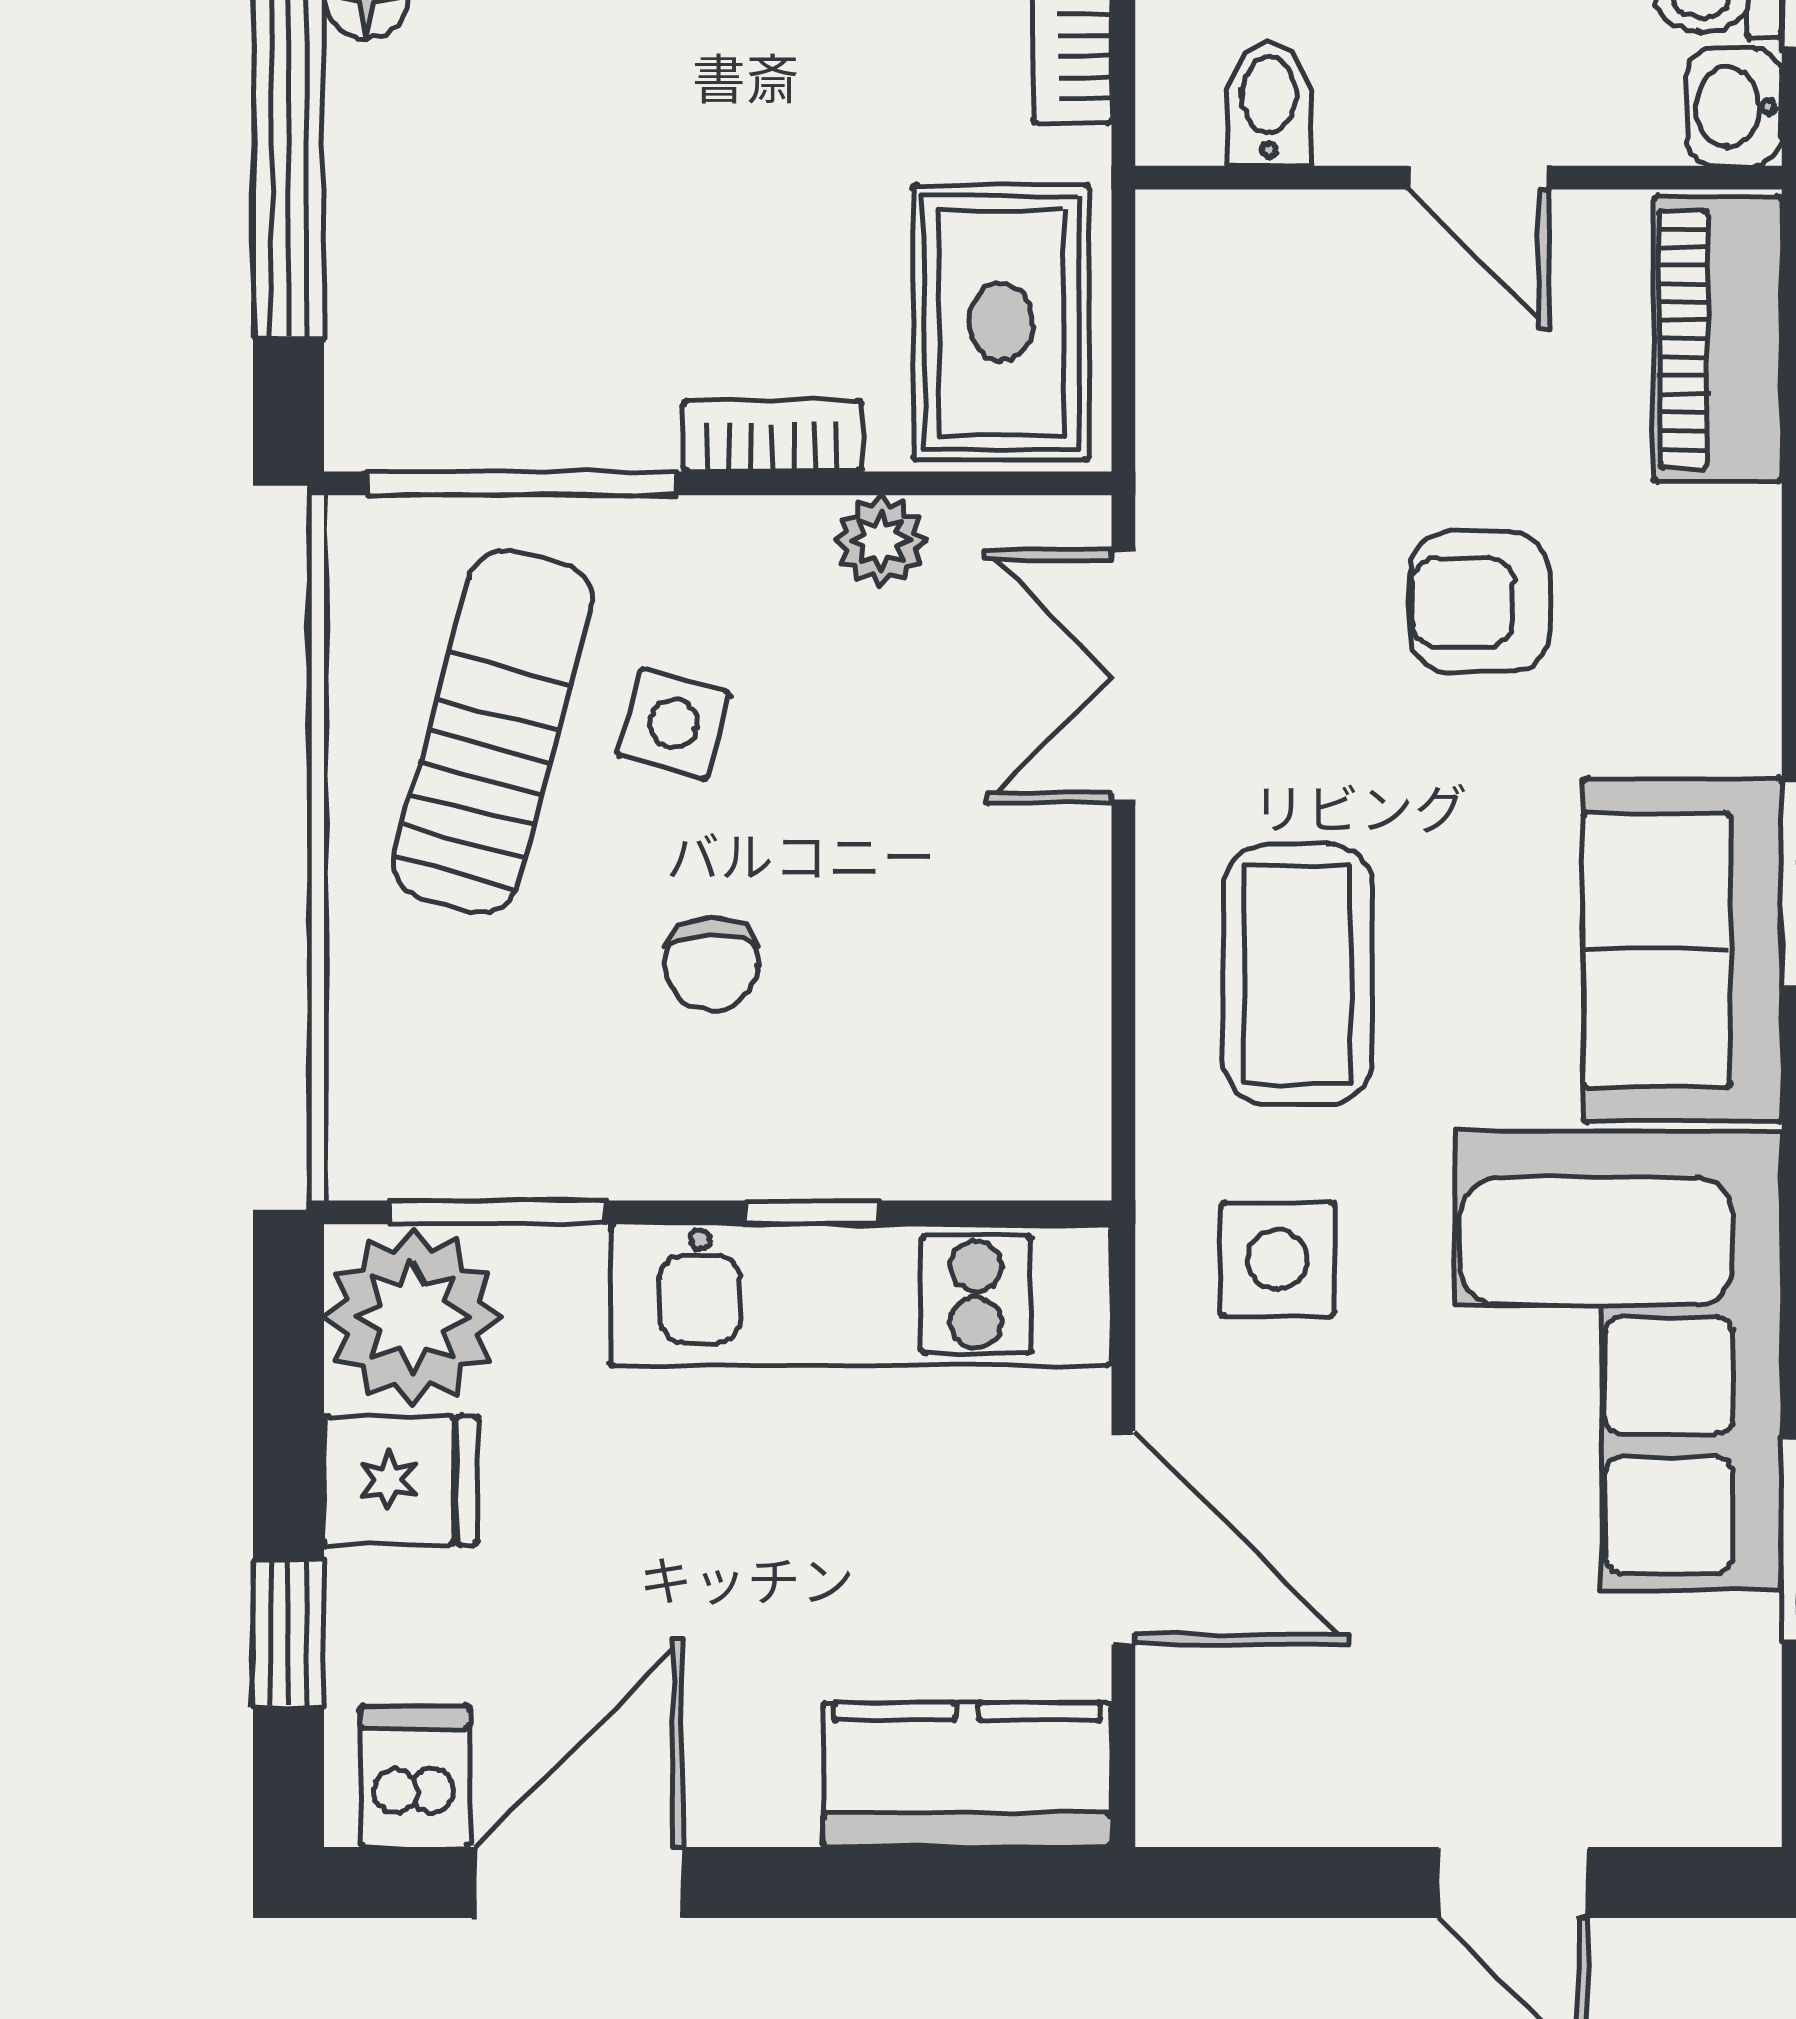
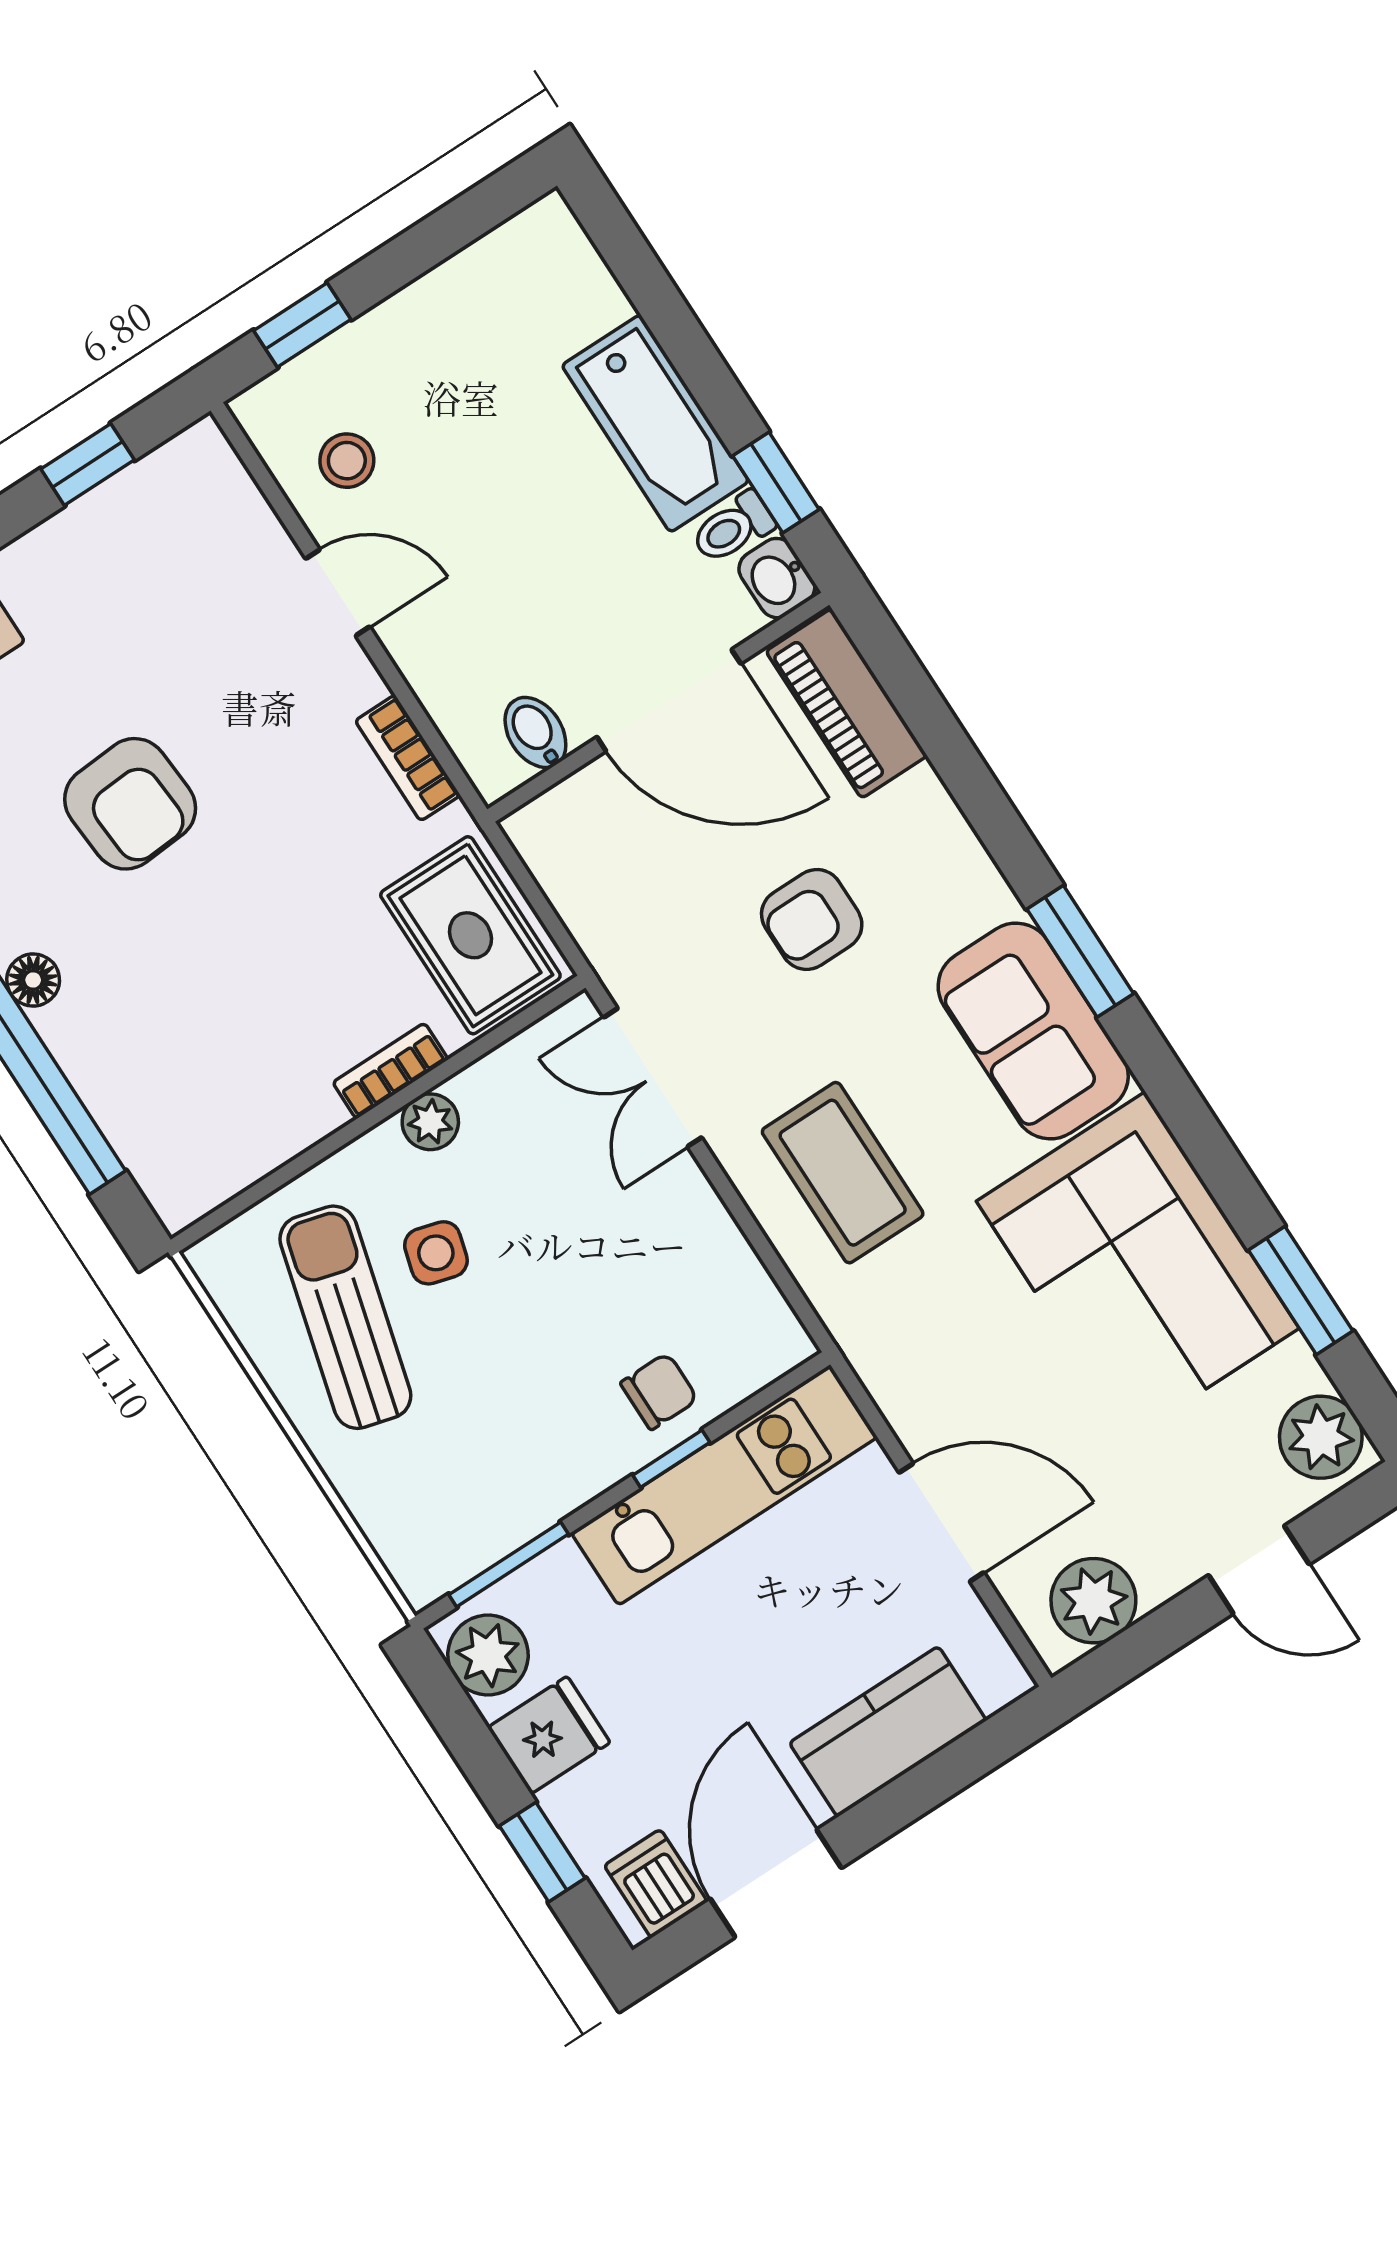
door: (1479, 178) -> (669, 700), width x1.88
window: (521, 483) -> (276, 1180), removed
plant: (880, 541) -> (430, 1122), moved
chair: (711, 964) -> (659, 1391), moved, turned -90
side table: (1278, 1260) -> (928, 1327), removed
plant: (412, 1317) -> (488, 1655), width x0.73, depth x0.73
plant: (1715, 1757) -> (1321, 1437), added
kitchen counter: (967, 1775) -> (888, 1732), moved
plant: (1261, 1778) -> (1093, 1601), added

